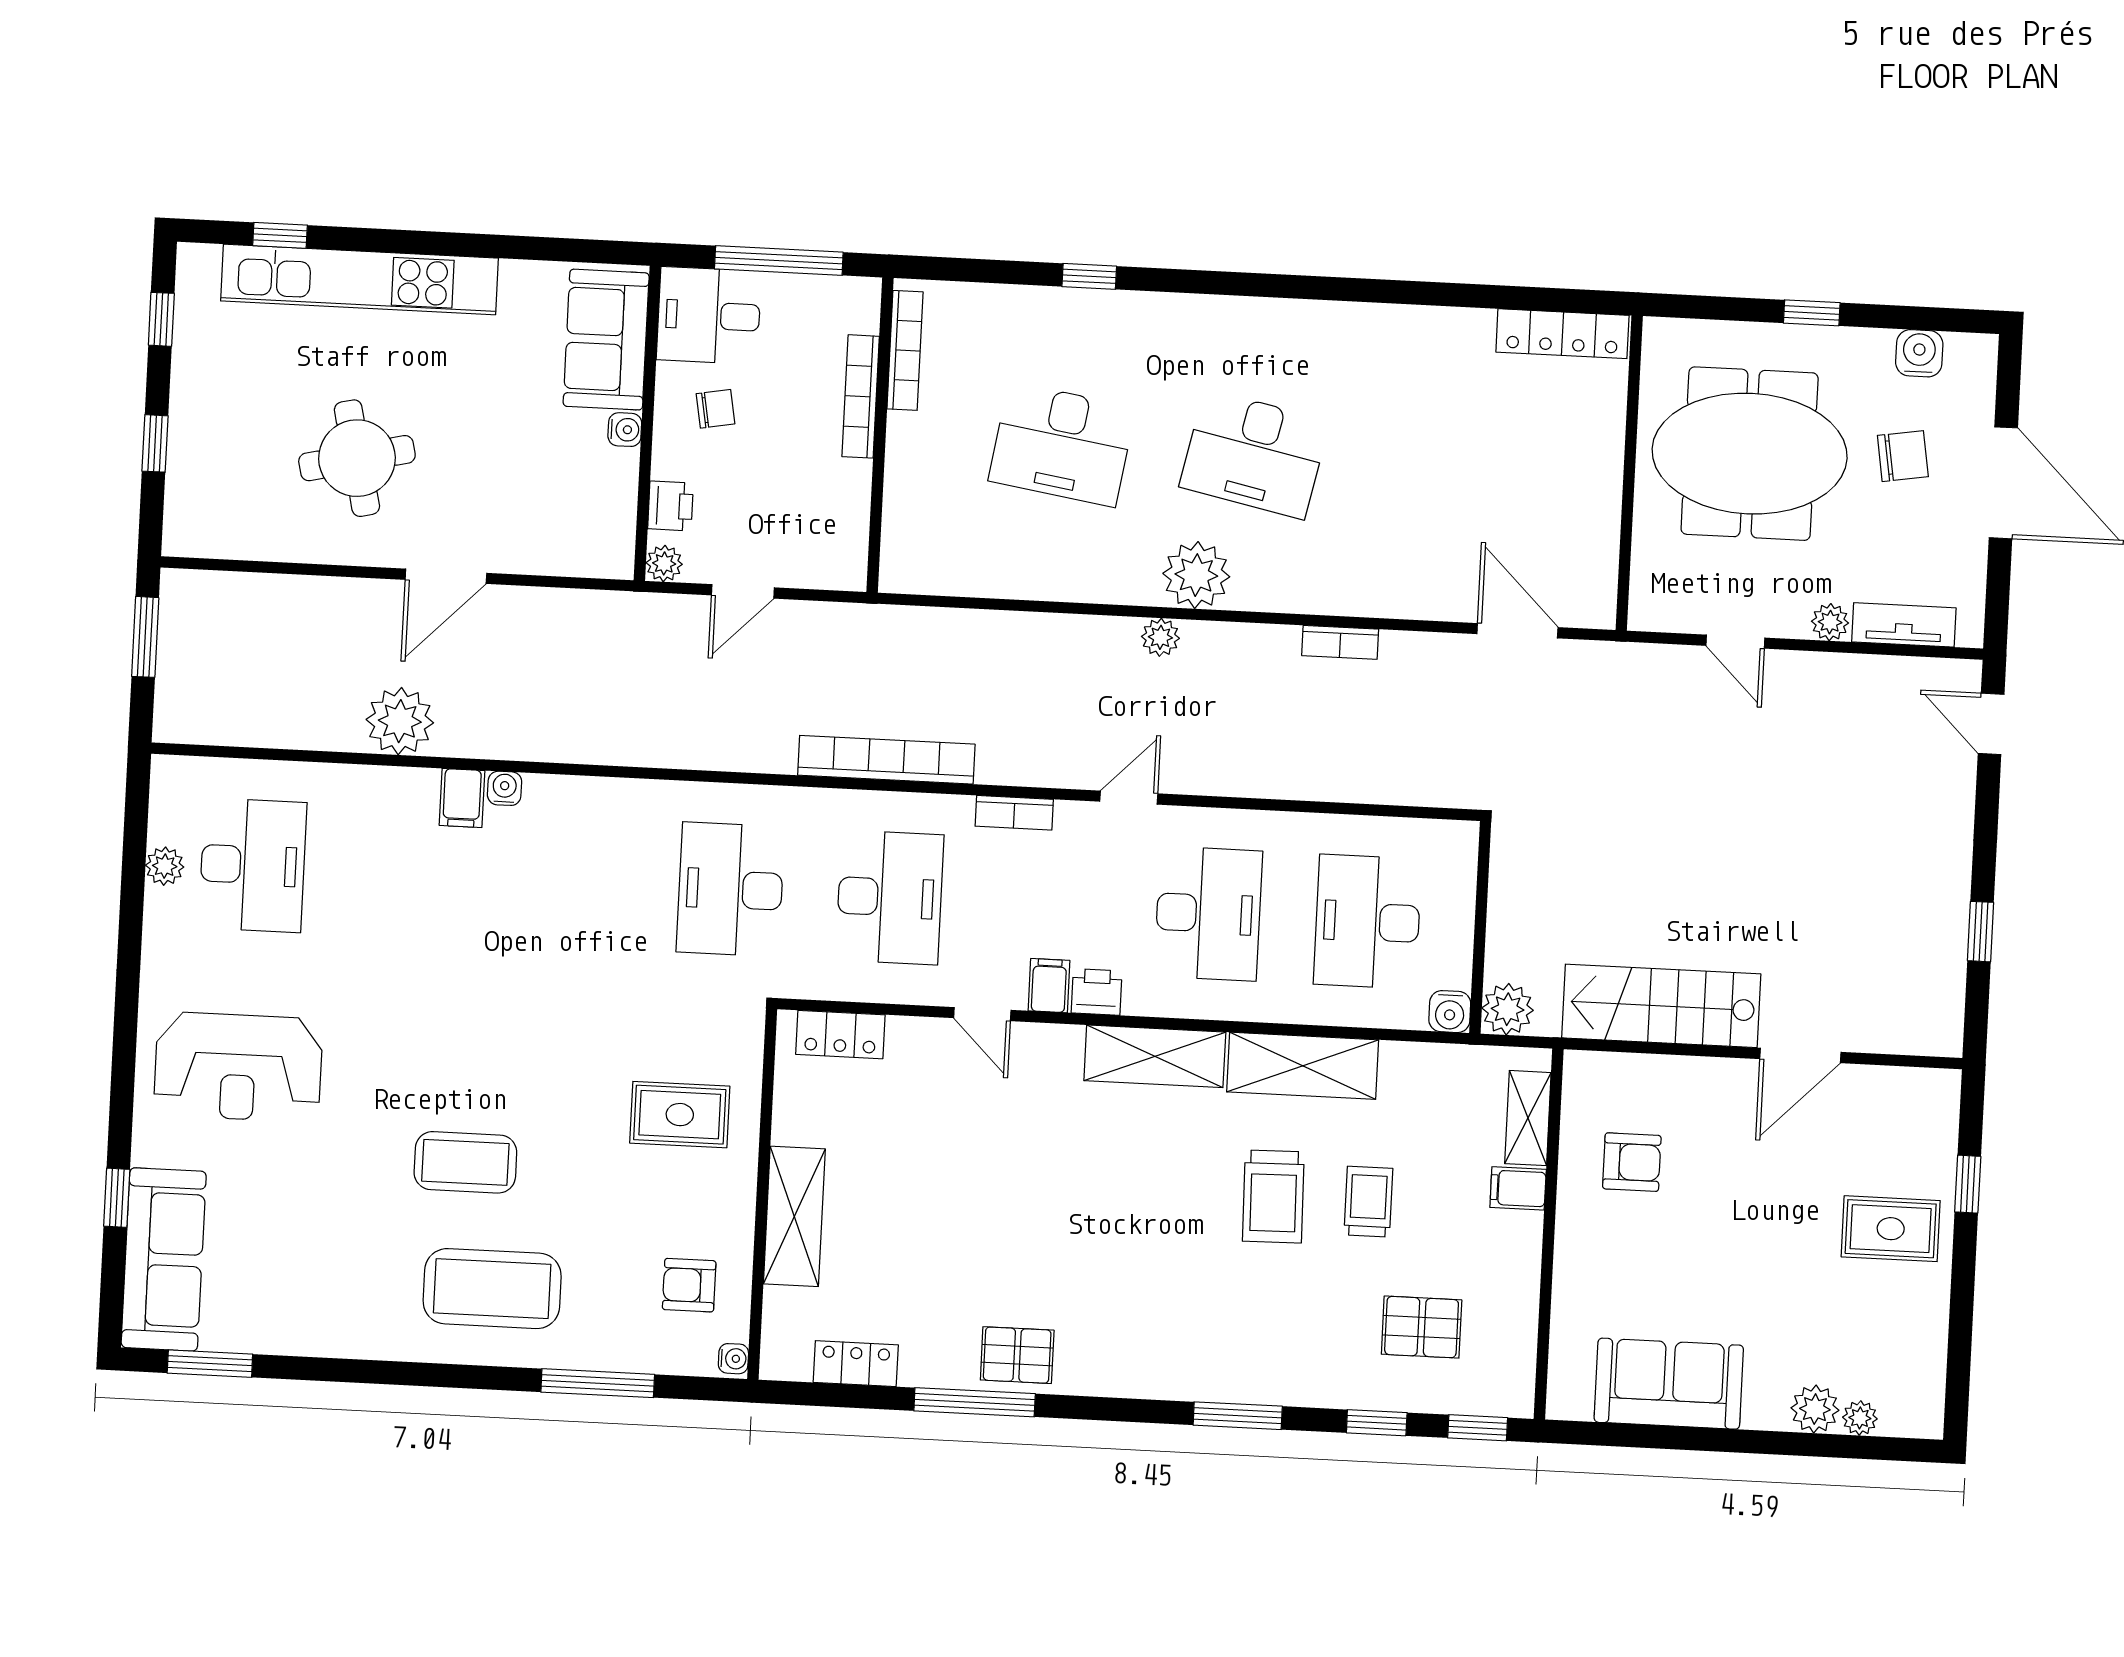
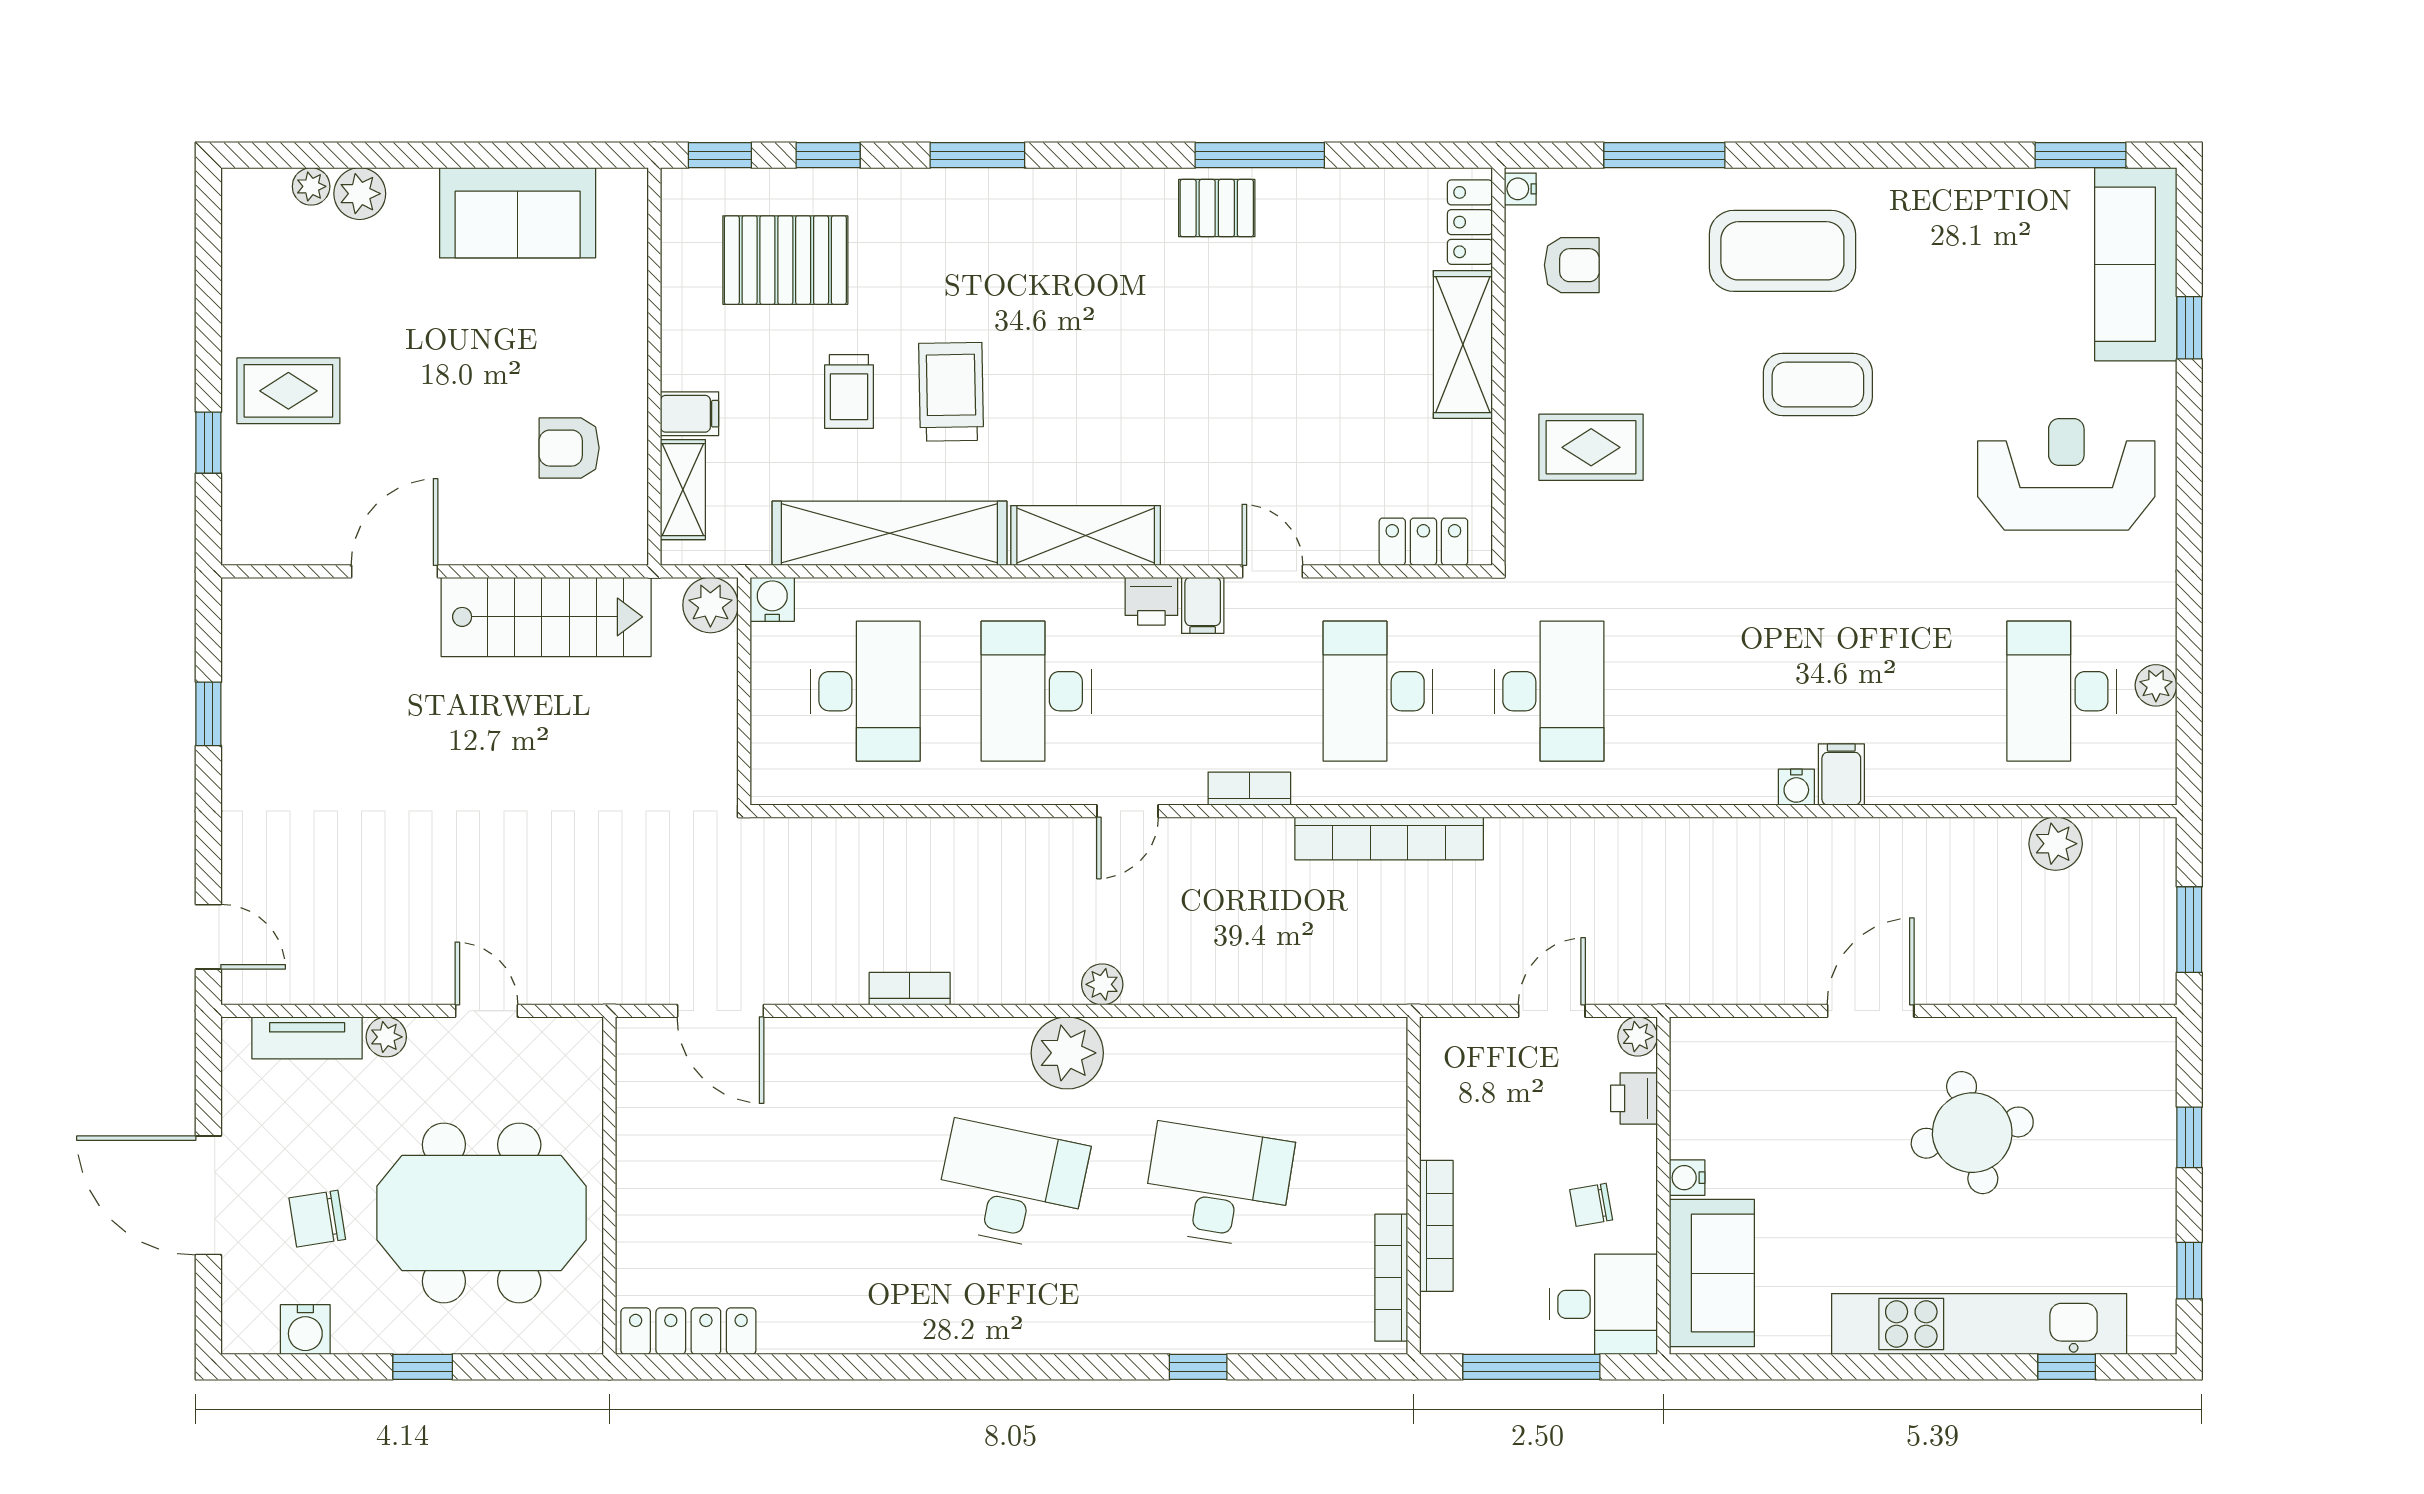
plant: (400, 721) -> (2056, 844), moved, width x0.73, depth x0.73
shelving: (1303, 1066) -> (889, 533), width x1.47
pallet: (1422, 1327) -> (785, 260), width x1.50, depth x1.42
locker: (856, 1364) -> (1470, 222), moved, turned 90

